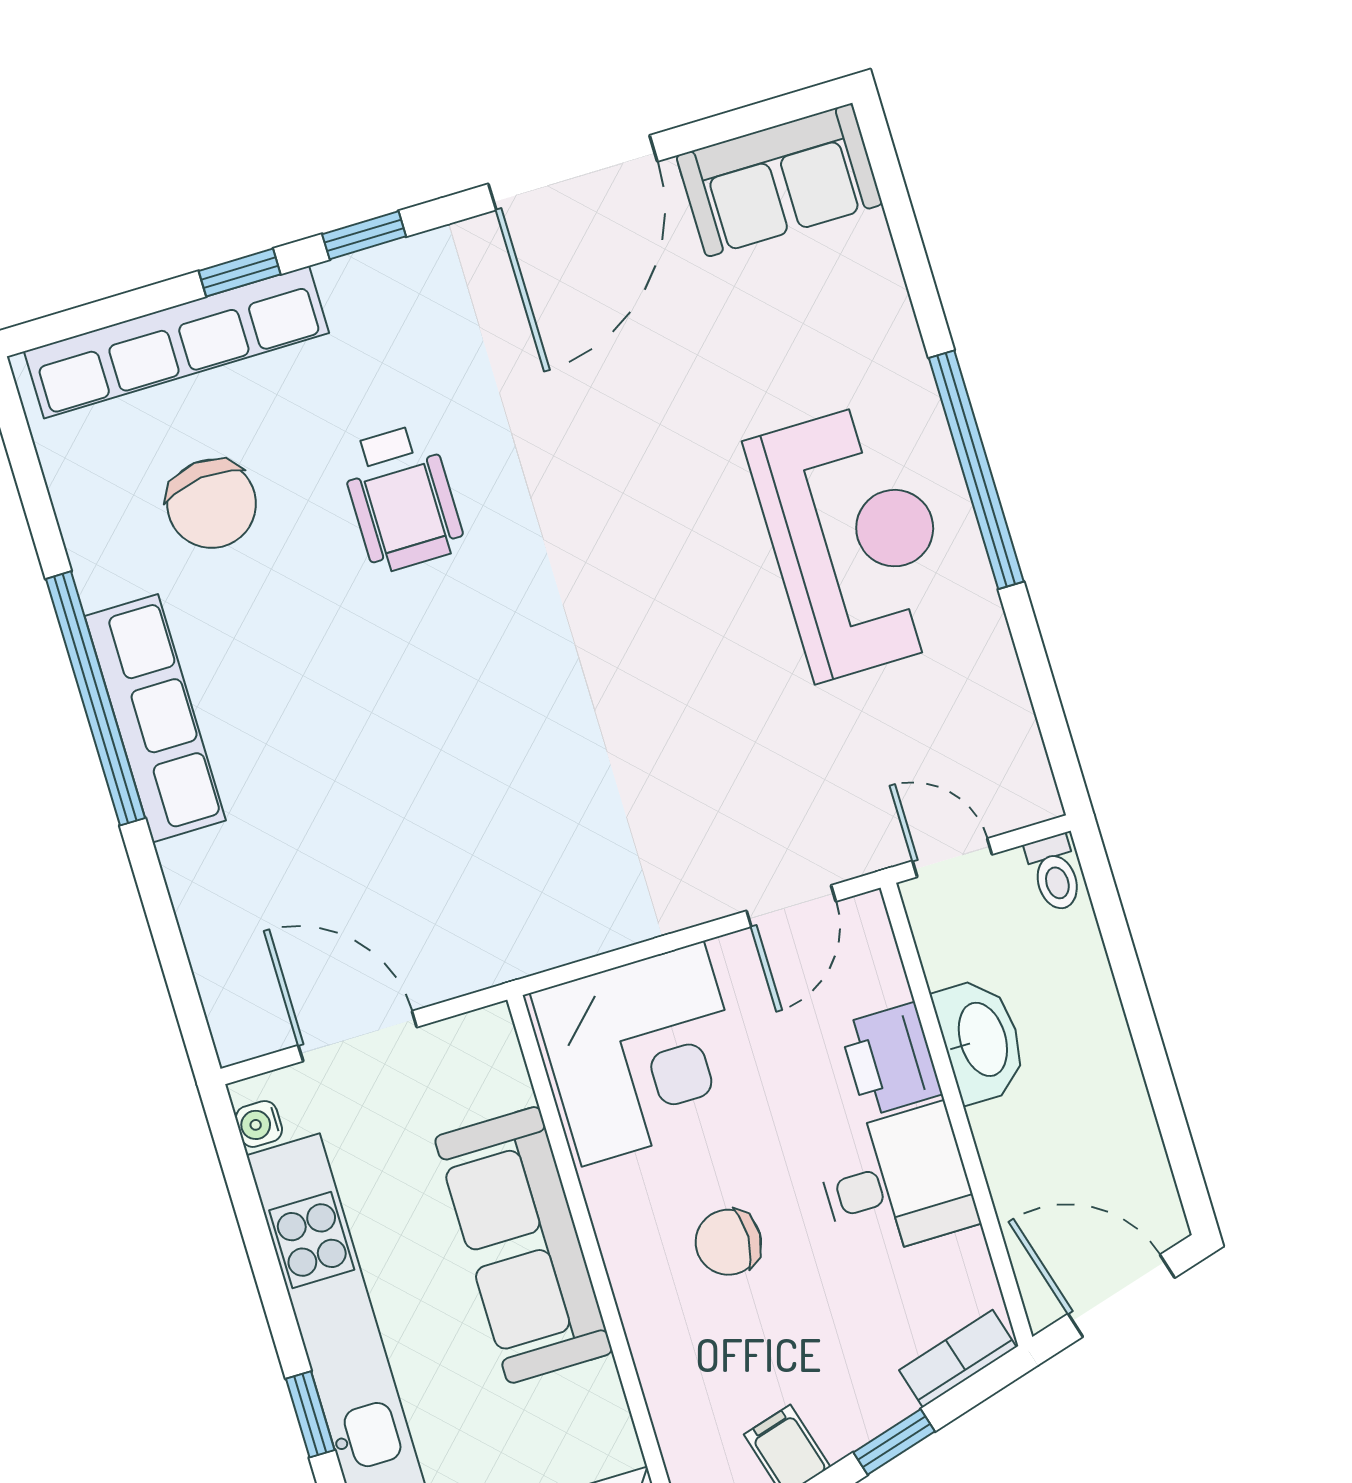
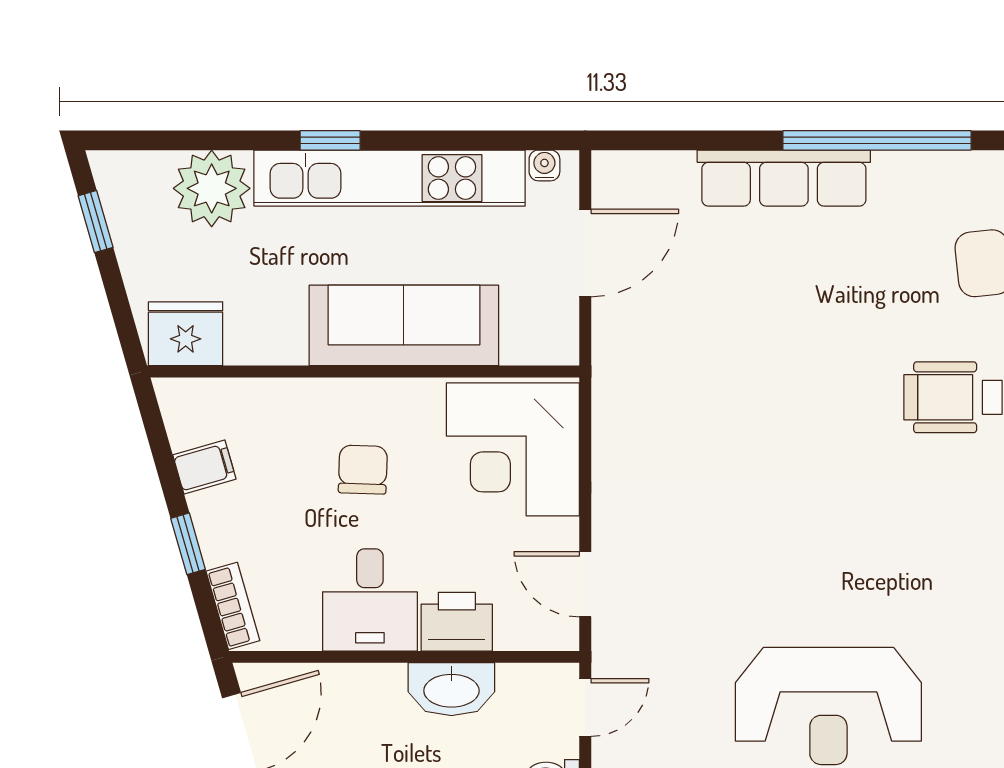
row of seats: (155, 718) -> (784, 178), moved

